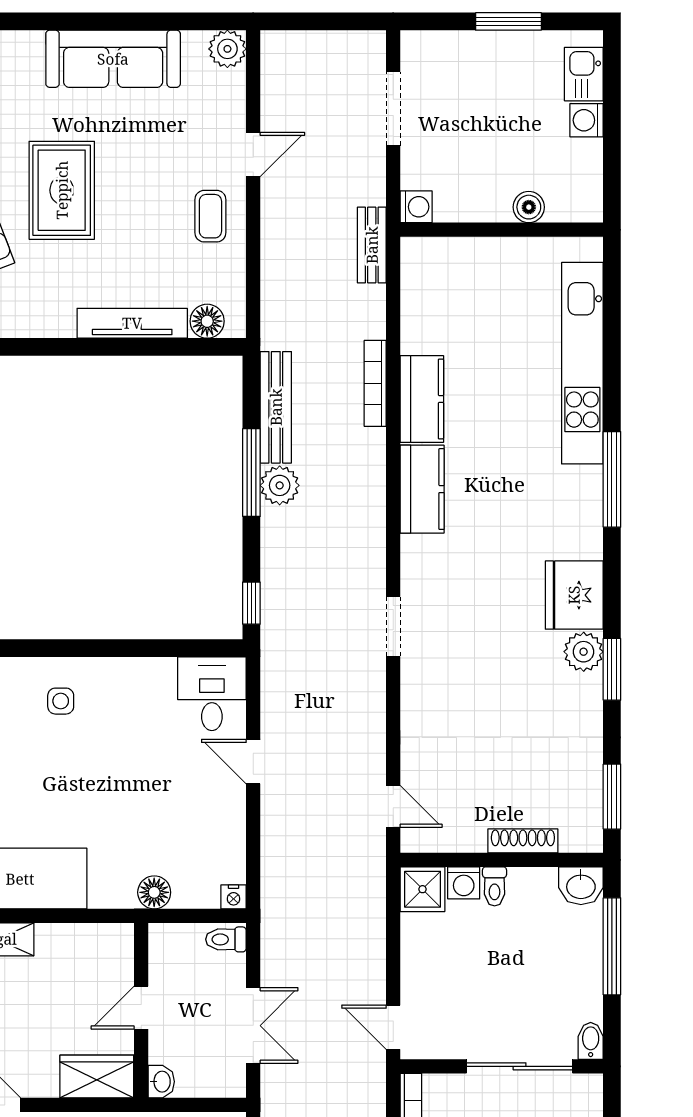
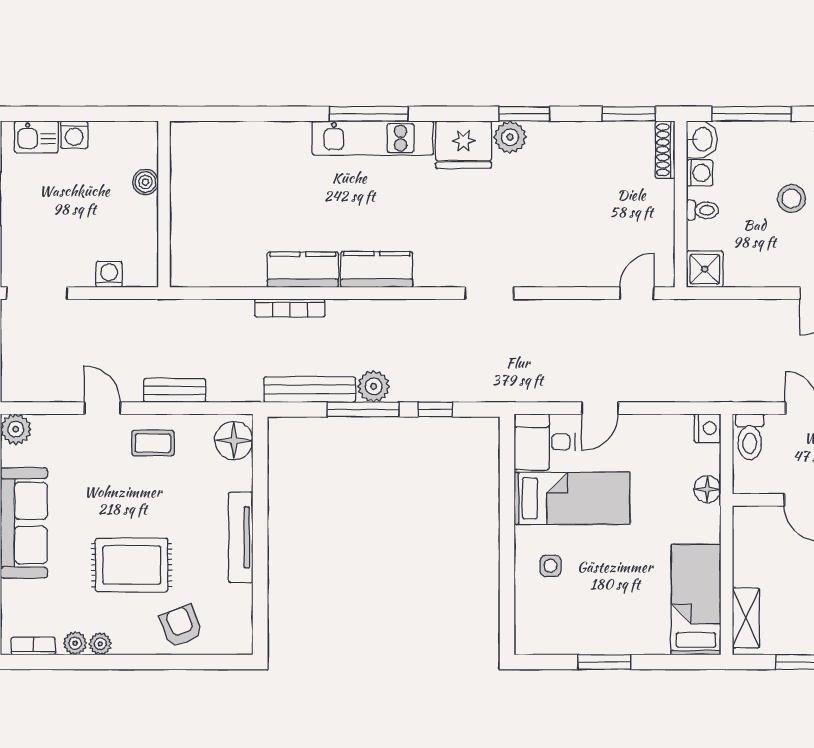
doorway: (393, 109) -> (37, 293), moved
washing machine: (416, 207) -> (109, 274), moved
bench: (372, 245) -> (175, 390), moved
floor lamp: (207, 321) -> (234, 441), width x1.38, depth x1.38
tv unit: (132, 323) -> (241, 537), moved
kitchen unit: (582, 363) -> (373, 138), moved, width x0.73
window: (251, 603) -> (435, 409), moved
bed: (143, 727) -> (572, 498), added
shoe rack: (523, 841) -> (665, 150), moved
washing machine: (464, 883) -> (700, 173), moved
nightstand: (233, 897) -> (708, 428), width x1.39, depth x1.35
toilet: (226, 939) -> (750, 437), width x1.37, depth x1.39
stool: (508, 995) -> (791, 199), added

